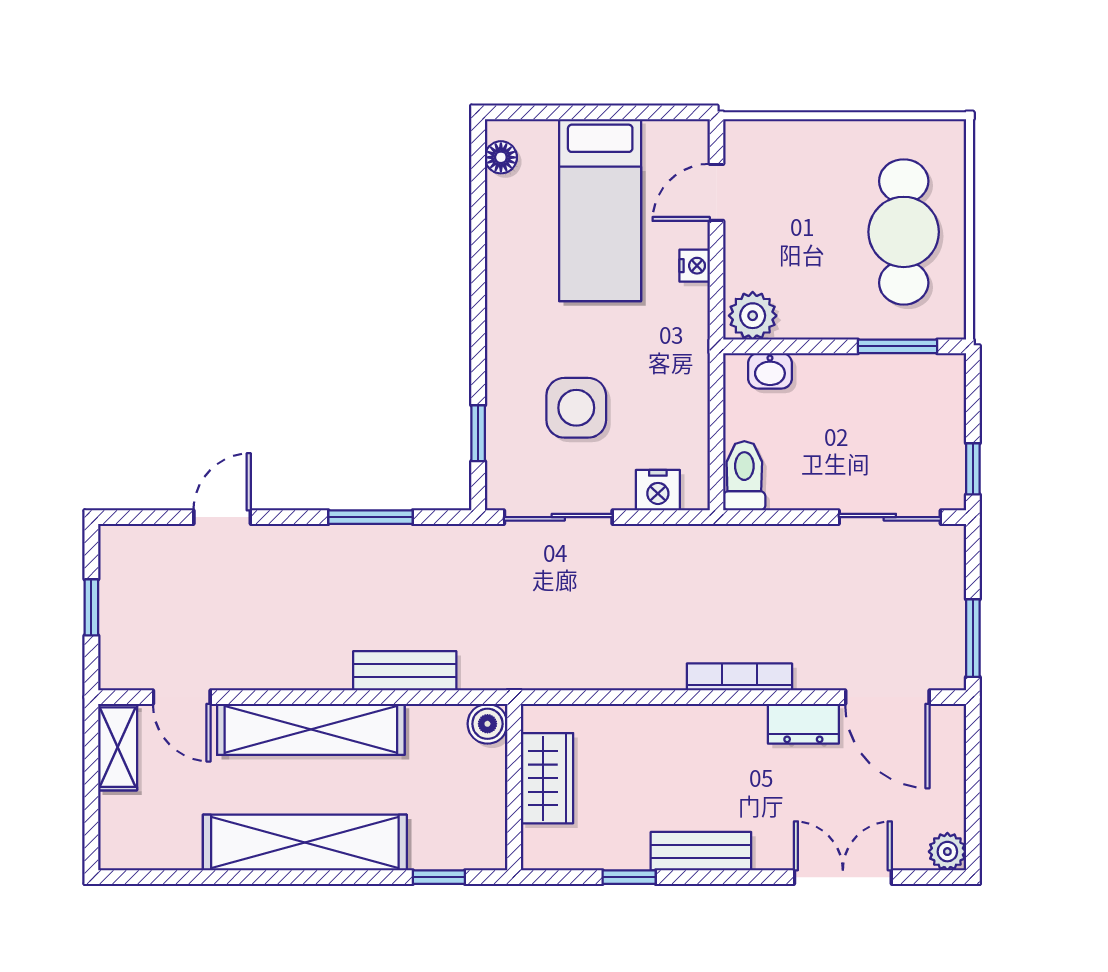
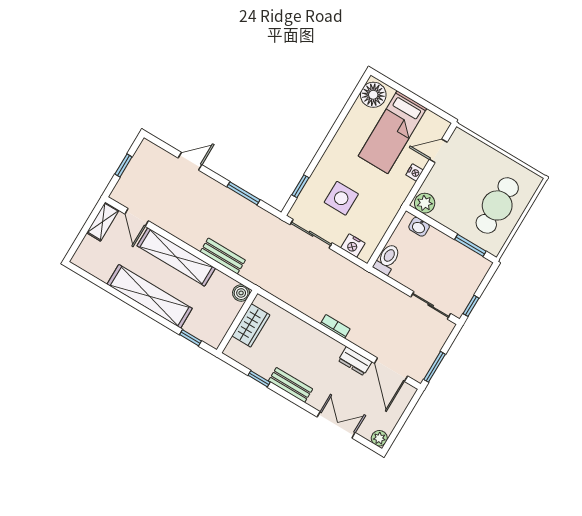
floor lamp: (501, 157) -> (373, 95), width x1.89, depth x1.89
bookcase: (739, 677) -> (335, 326), width x0.64

